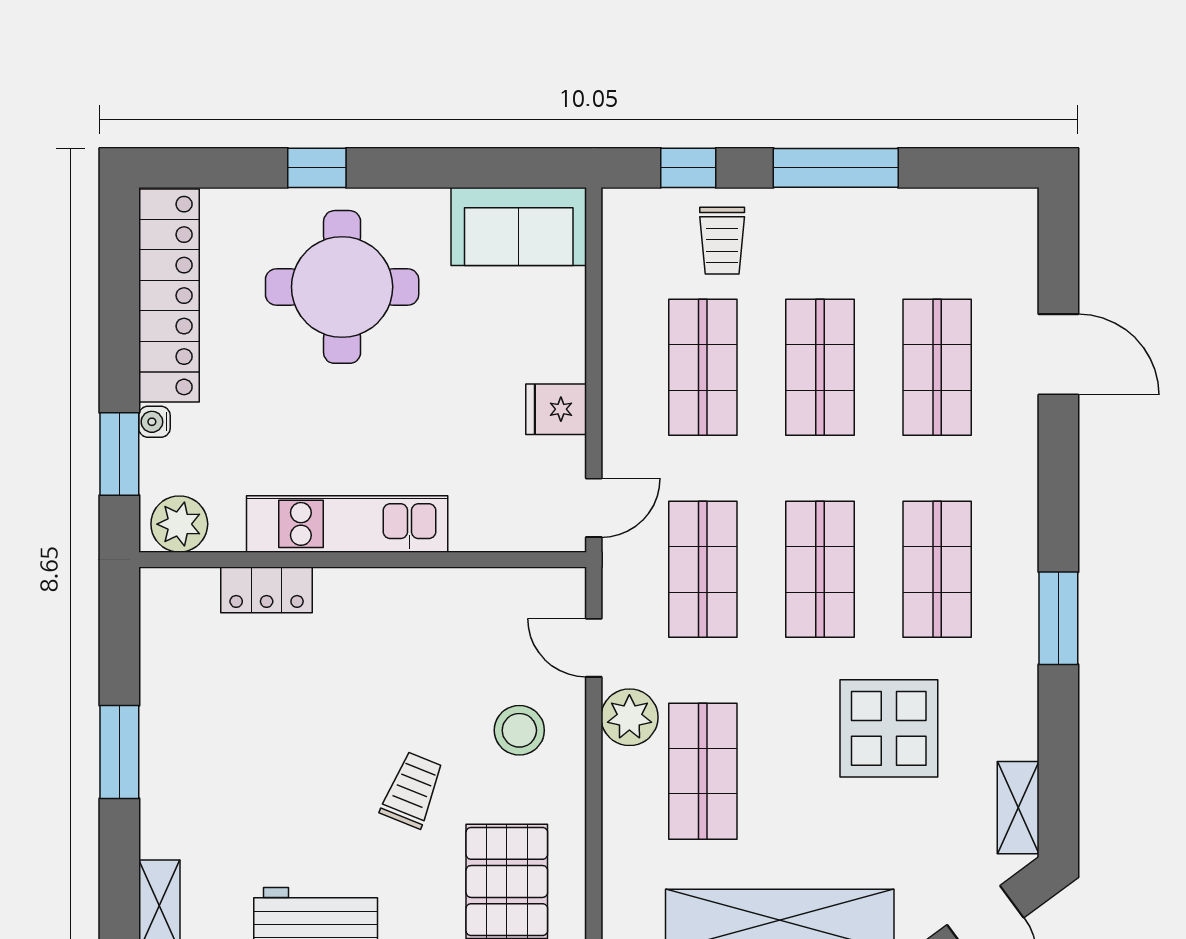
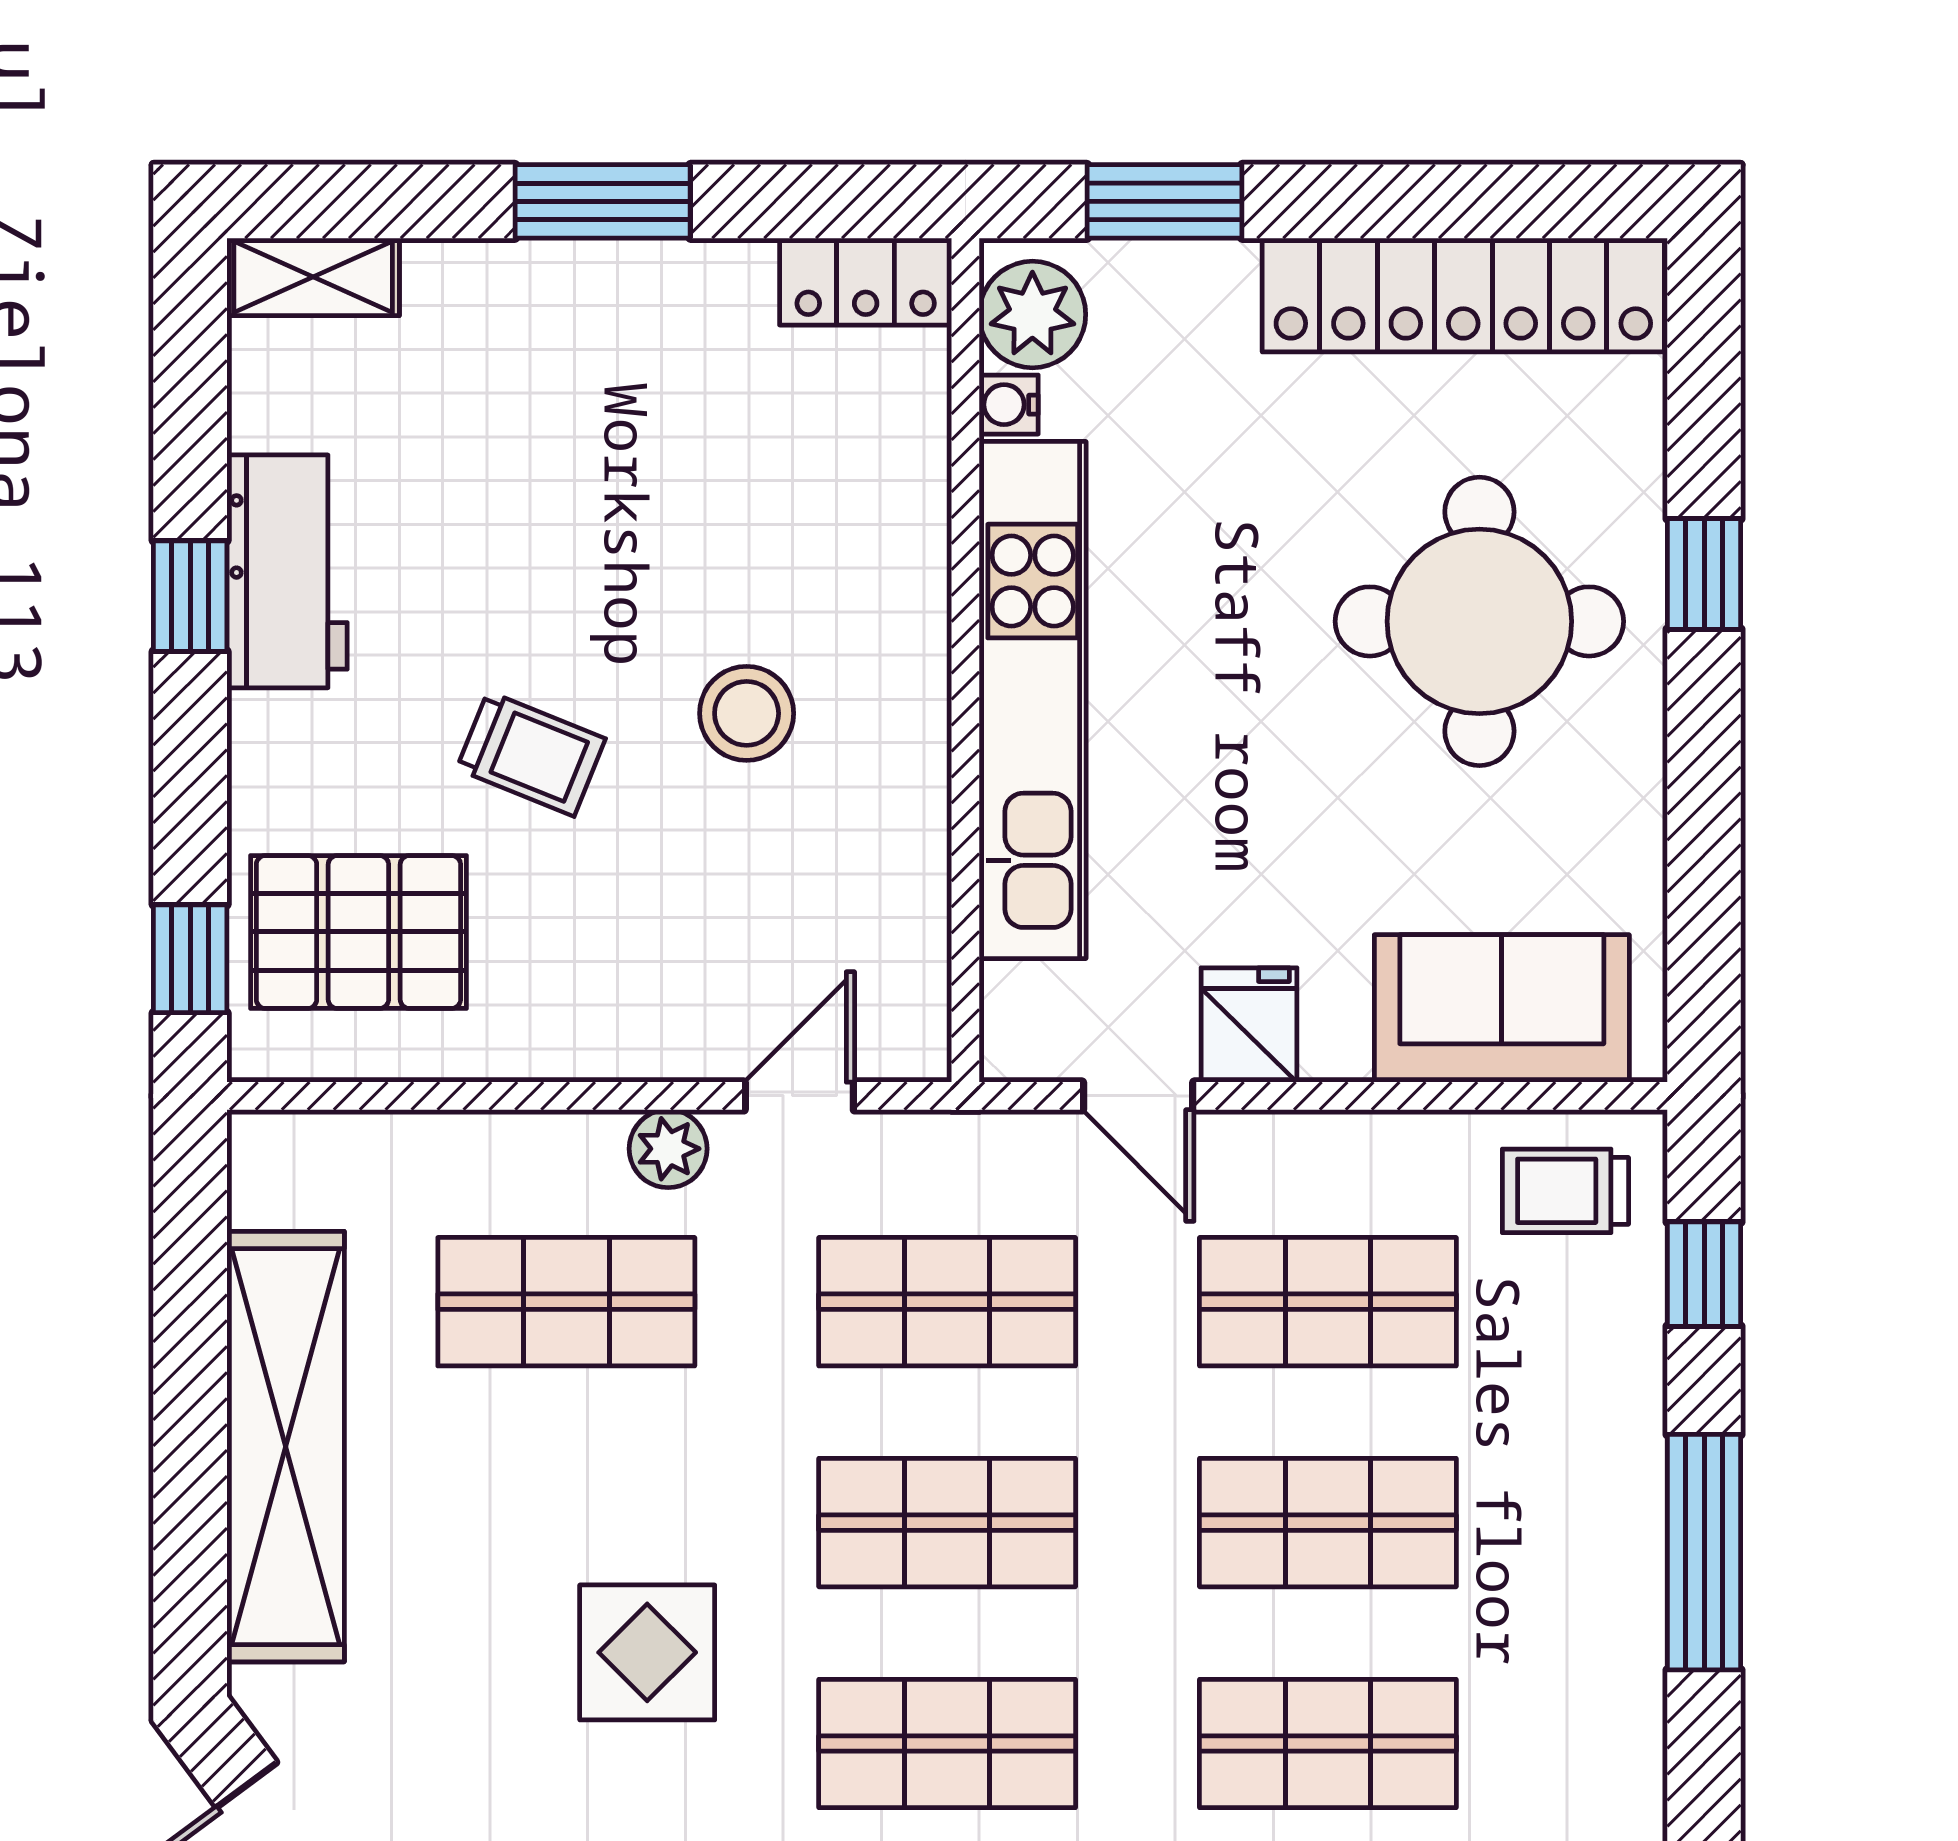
sofa: (519, 226) -> (1502, 1008), moved, turned 90
trolley: (722, 241) -> (1565, 1191), moved
water cooler: (154, 422) -> (1009, 405), moved, turned -90
door: (594, 508) -> (1138, 1096), moved
kitchen unit: (347, 524) -> (1033, 700), width x1.36
locker: (267, 590) -> (866, 282), moved, turned -90
plant: (629, 717) -> (668, 1149), width x0.73, depth x0.73
display table: (889, 728) -> (647, 1652), width x0.73, depth x0.73
stool: (519, 730) -> (747, 713), moved

